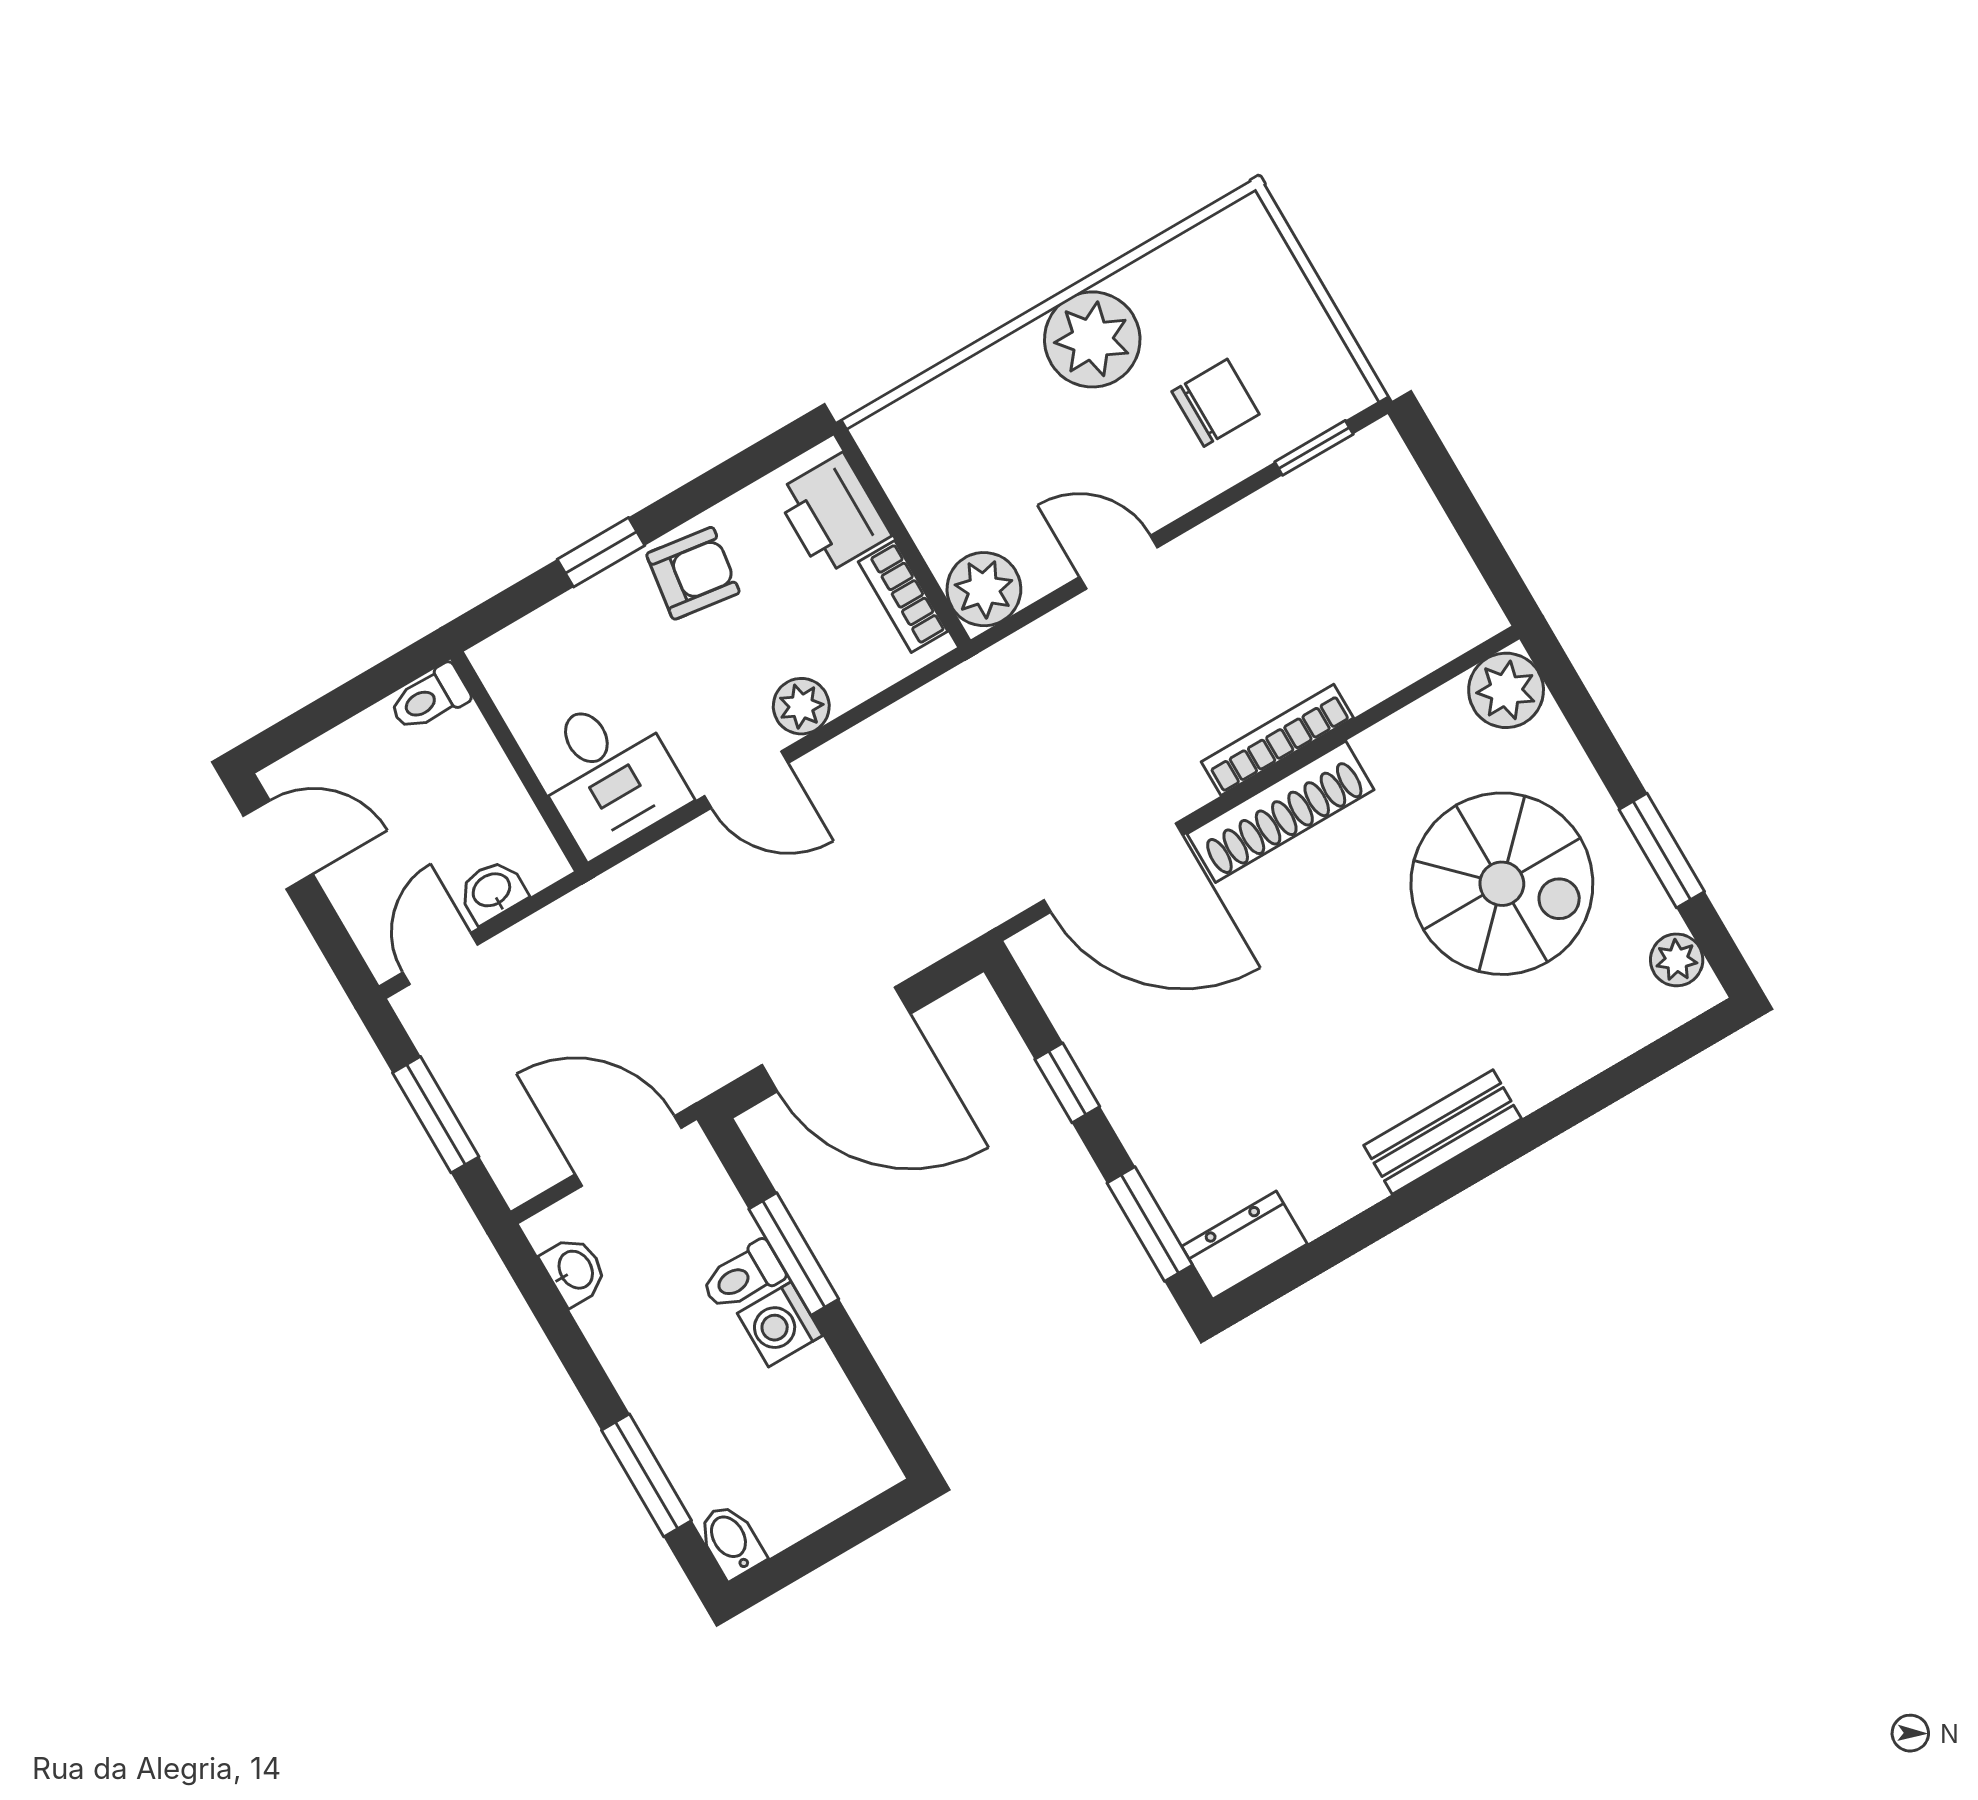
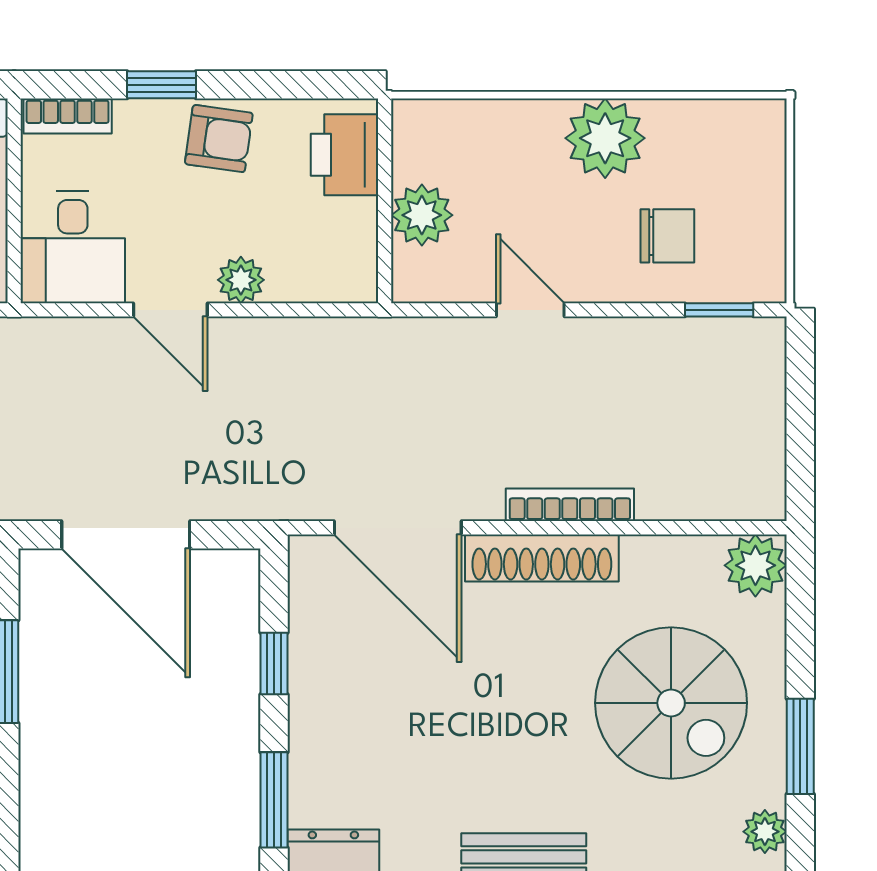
plant: (984, 589) -> (422, 215), moved
bookcase: (903, 596) -> (68, 116), moved, turned -90

